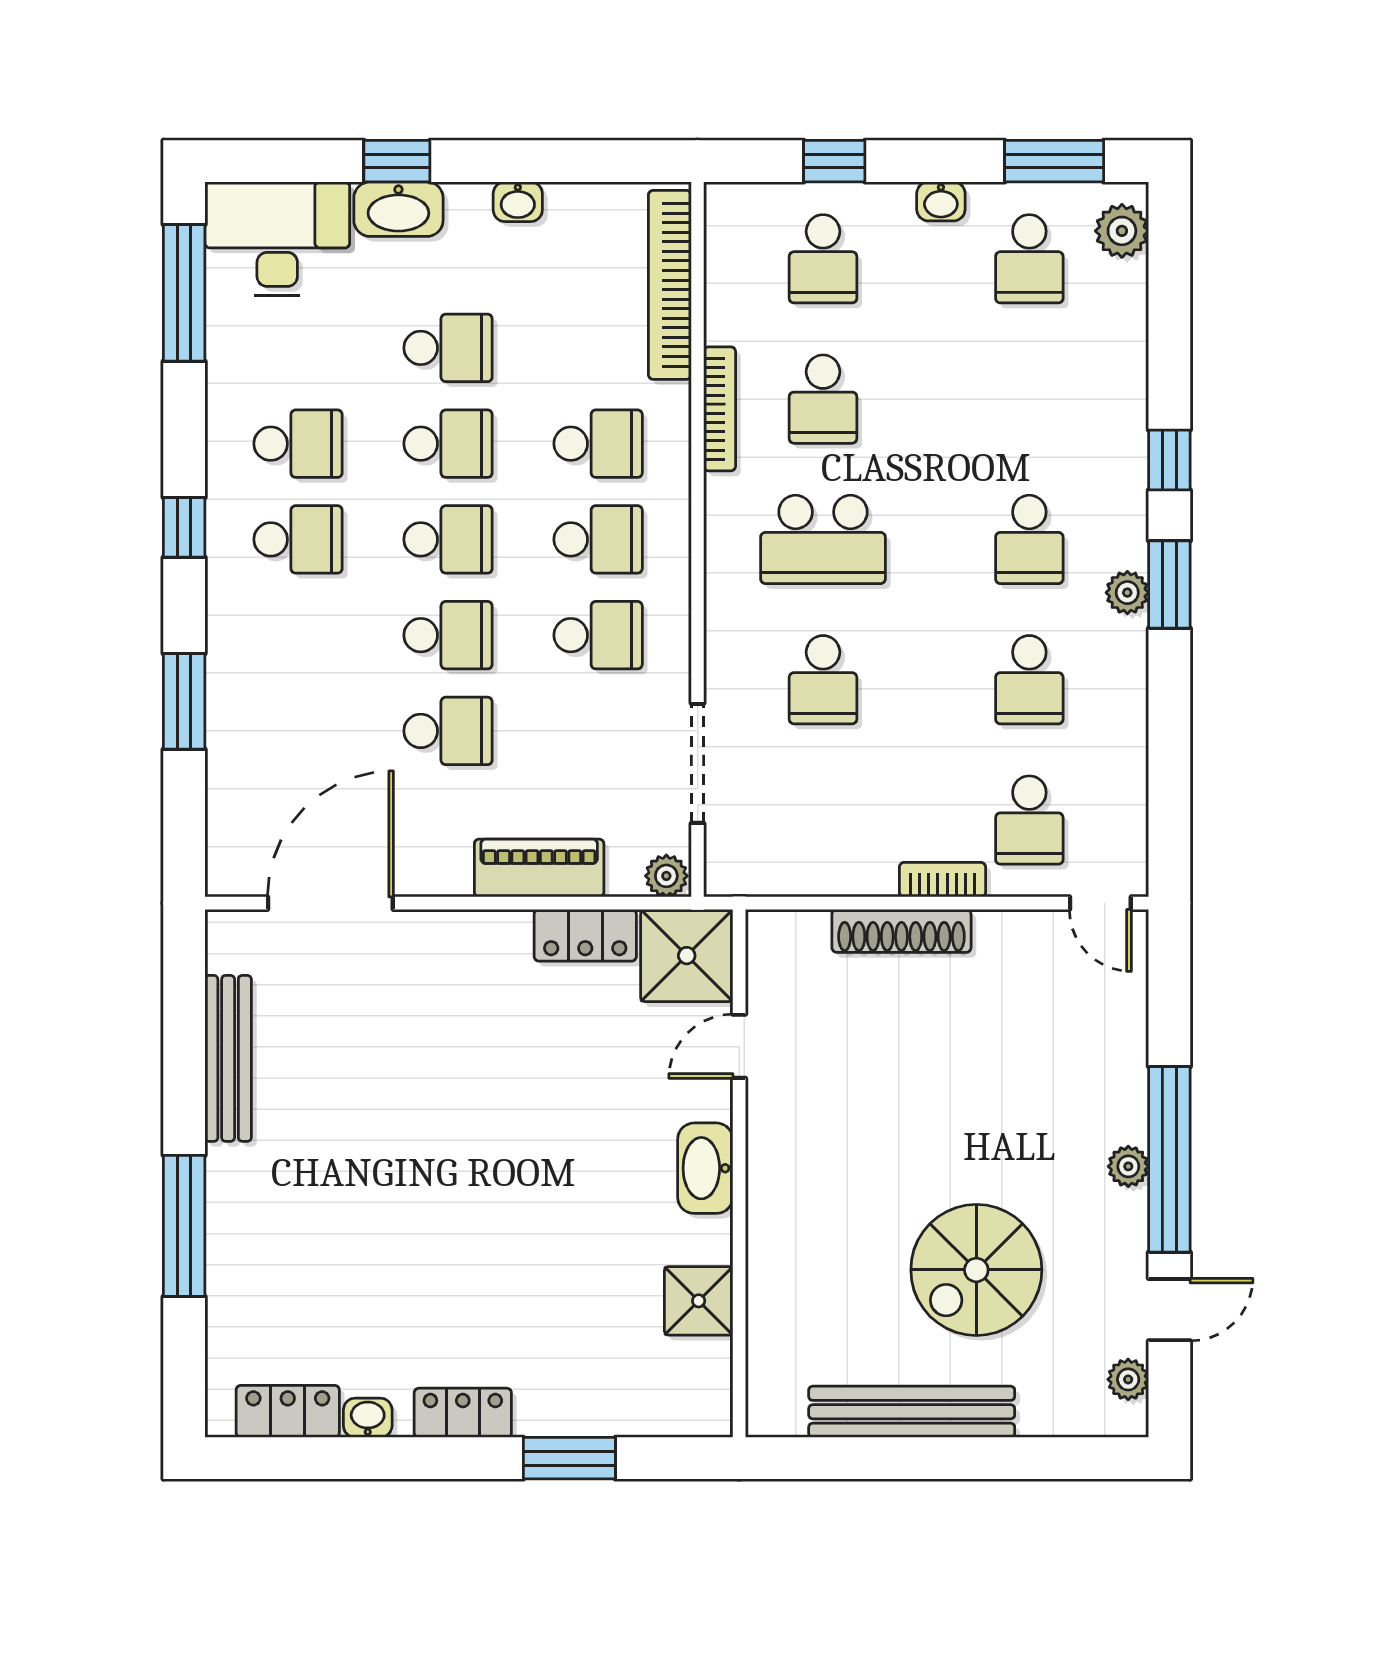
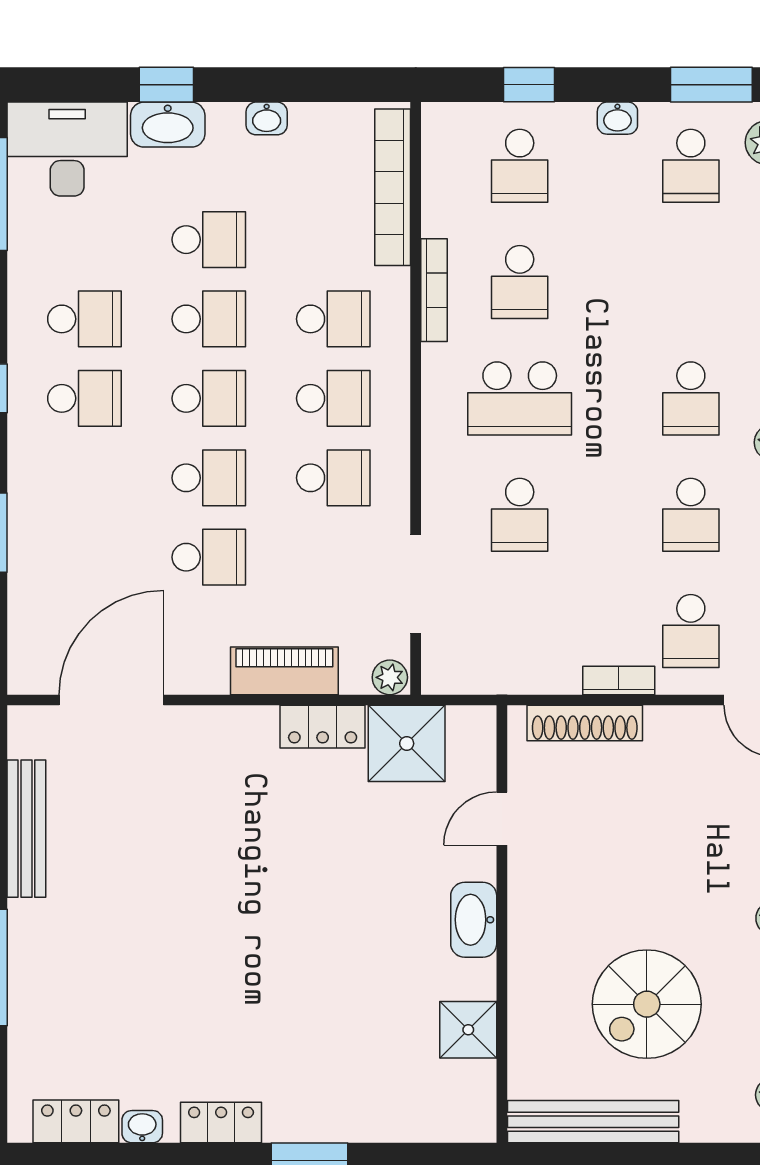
door: (739, 1046) -> (502, 819), moved
washbasin: (705, 1168) -> (474, 920), moved
wall: (739, 1173) -> (502, 924), moved
shower: (699, 1301) -> (468, 1030), moved

